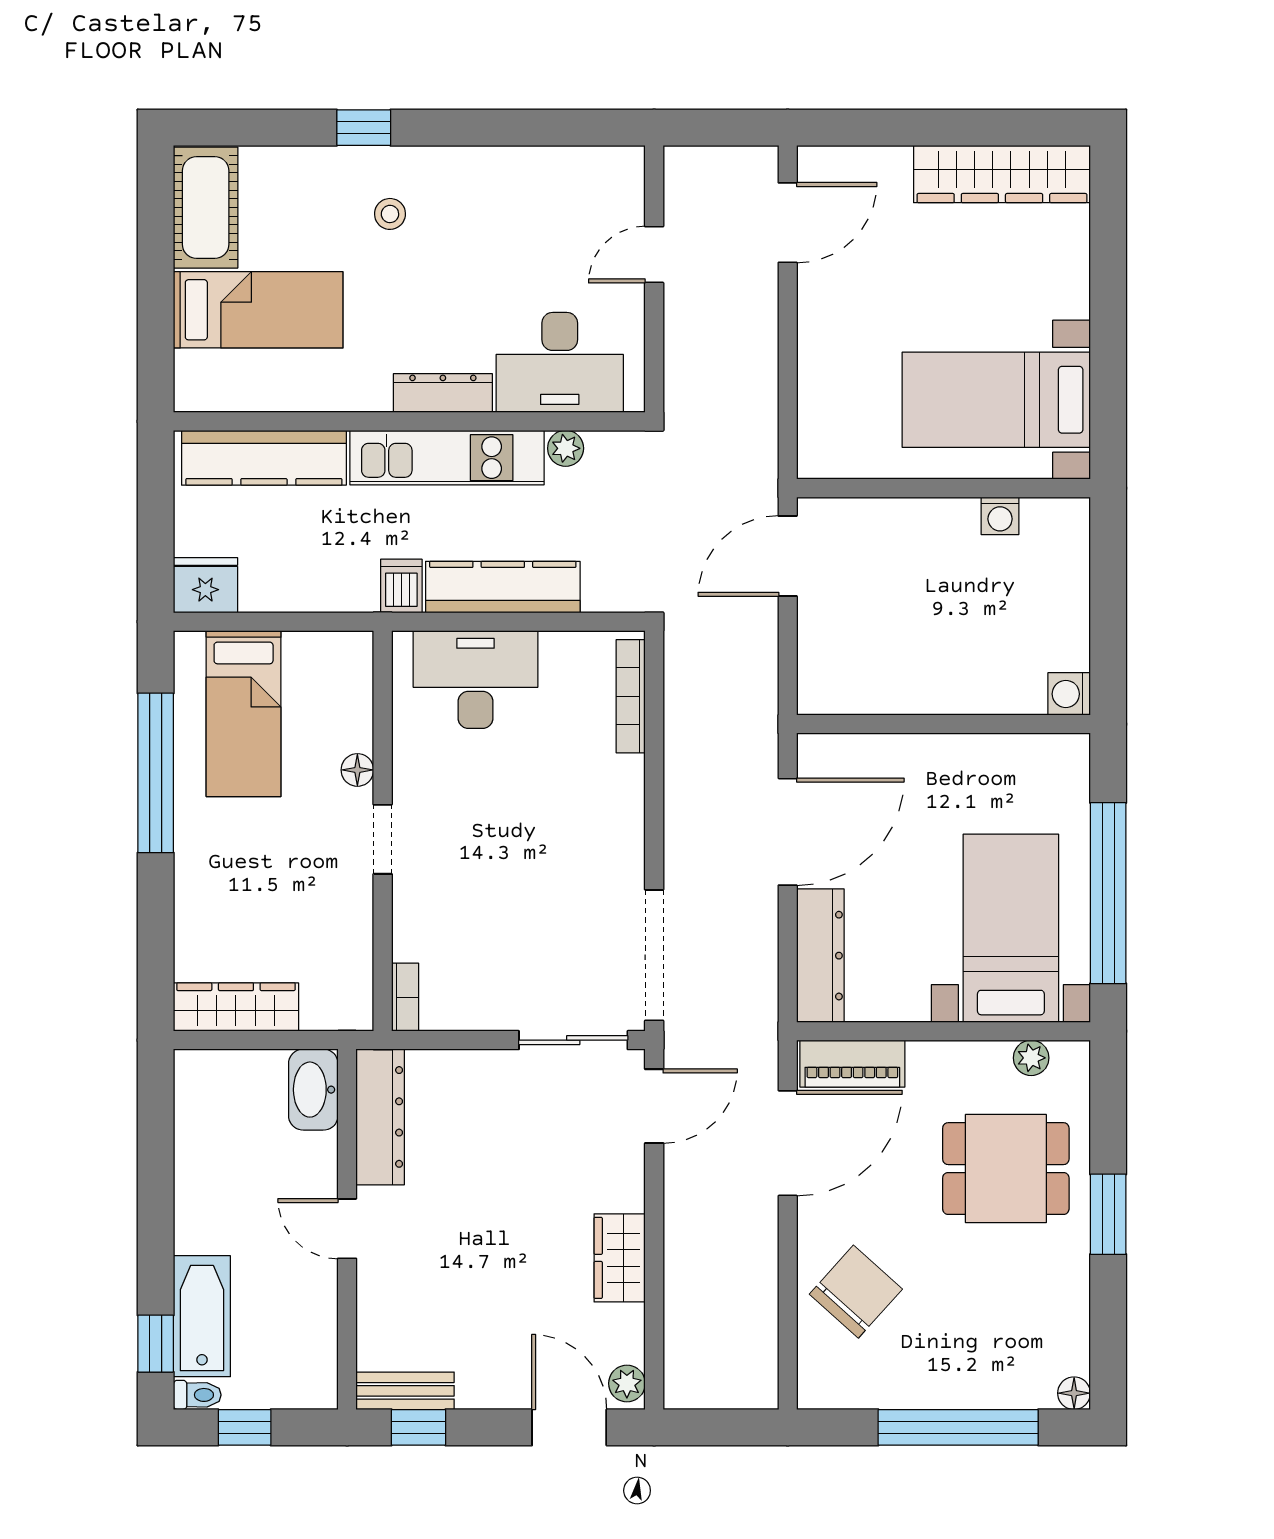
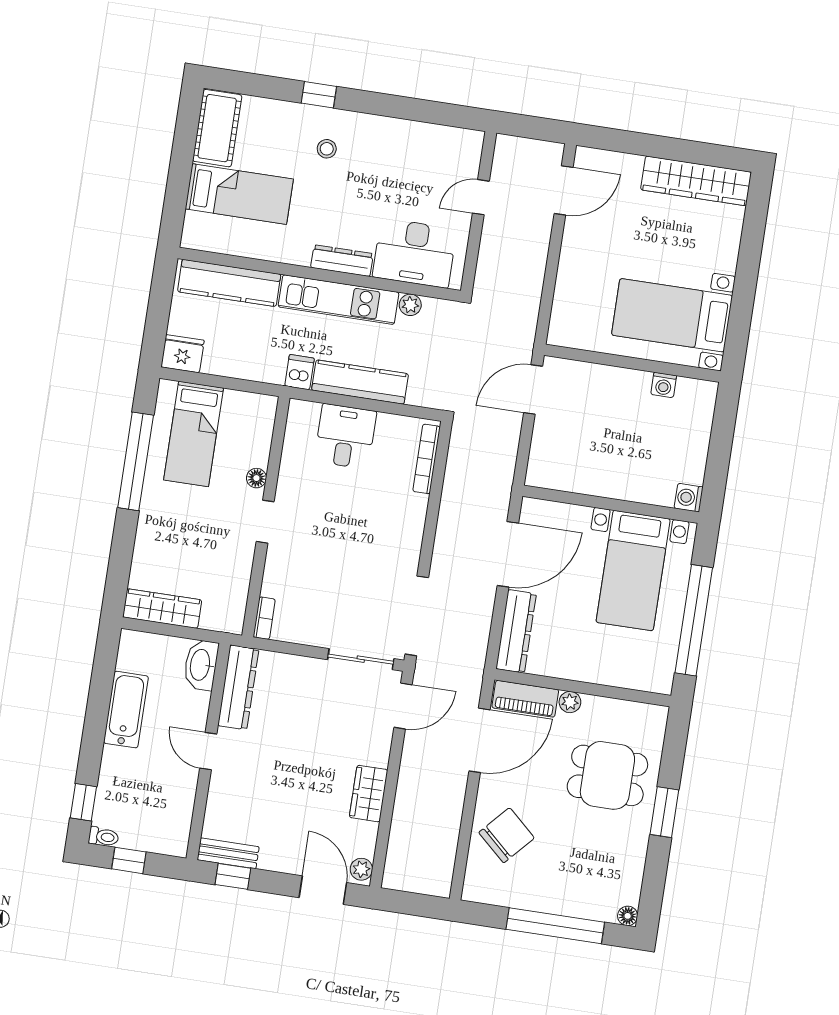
desk: (475, 680) -> (345, 436), width x0.73
bed with nightstands: (1011, 928) -> (633, 571), moved, turned 180
plant: (1031, 1058) -> (570, 702), moved
bathtub: (202, 1316) -> (126, 710), moved

